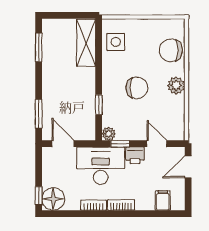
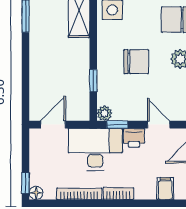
window: (39, 114) -> (26, 91), removed
door: (63, 144) -> (53, 125), hinge flipped
floor lamp: (53, 199) -> (36, 193), width x0.53, depth x0.53
bookcase: (94, 205) -> (79, 194), width x1.56

